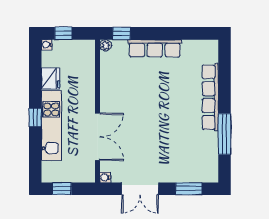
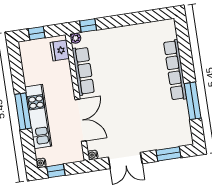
water cooler: (47, 45) -> (41, 163), moved
row of seats: (155, 48) -> (83, 71), moved, turned -90
fridge: (51, 79) -> (60, 50), moved, turned 180
window: (35, 117) -> (23, 111), width x2.17

